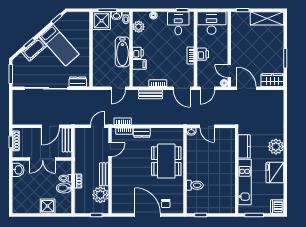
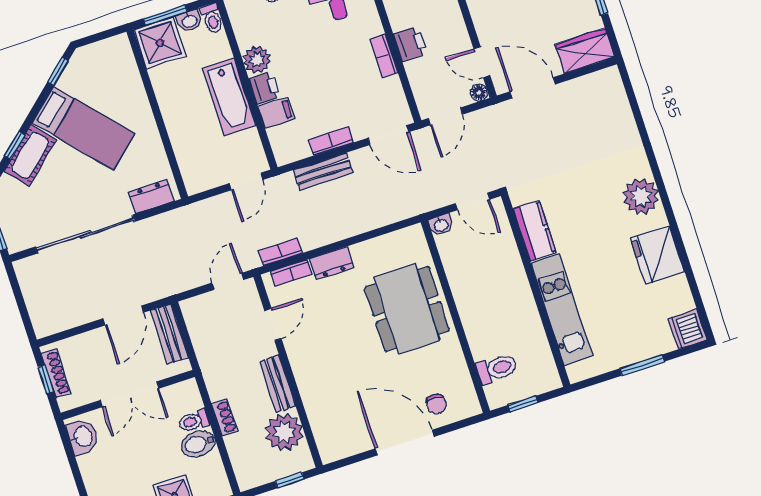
plant: (139, 27) -> (257, 60), moved
kitchen counter: (244, 146) -> (535, 231), moved
wall: (237, 171) -> (536, 290), moved
kitchen unit: (245, 182) -> (562, 310), moved
toilet: (195, 185) -> (497, 369), moved

